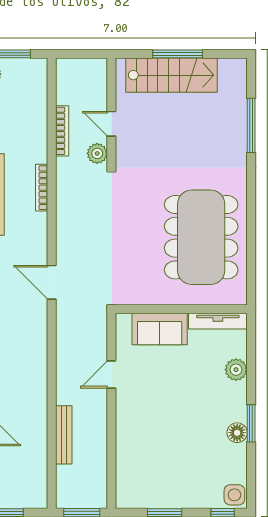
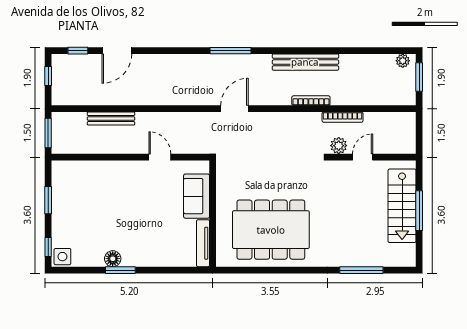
bookcase: (62, 131) -> (343, 117), moved
plant: (236, 370) -> (164, 258), removed

